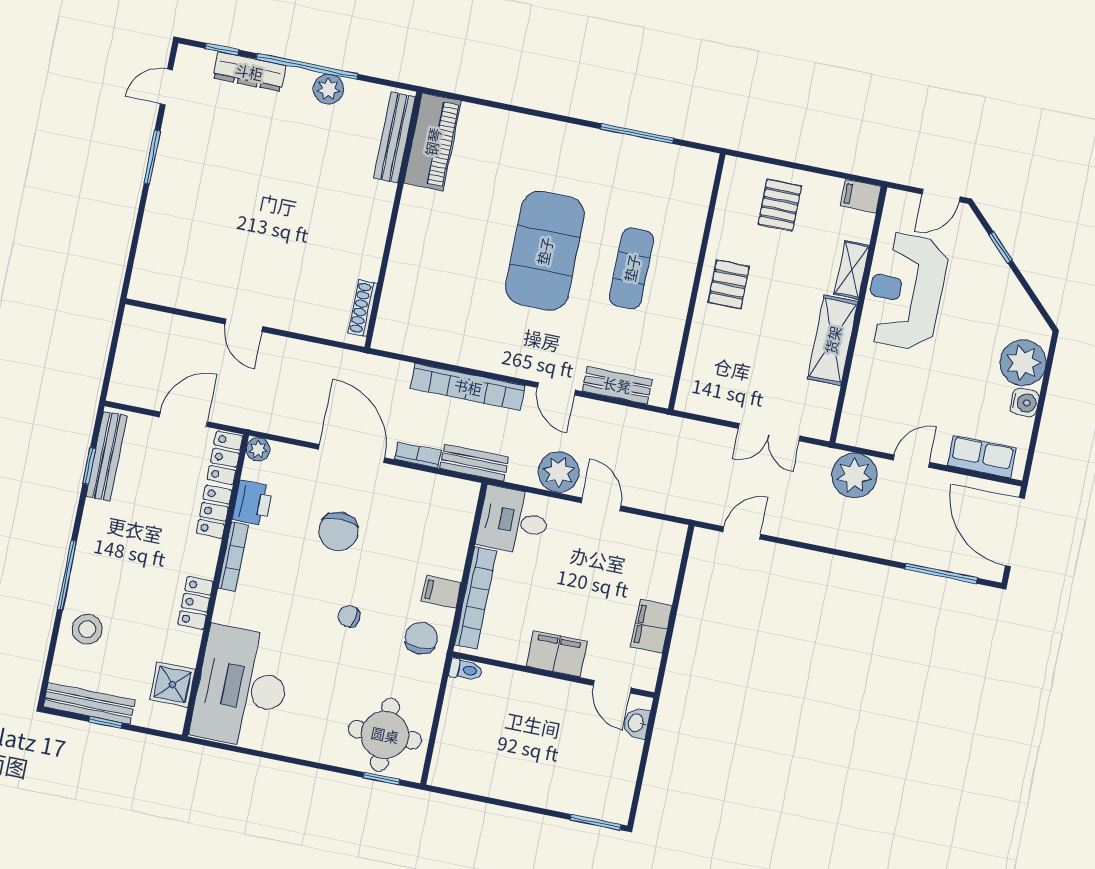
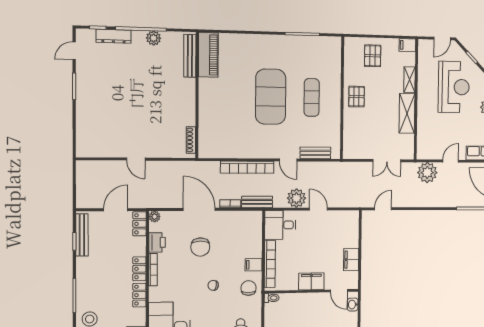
reception desk: (906, 291) -> (454, 87), moved, turned 180
locker: (214, 512) -> (139, 269), moved

